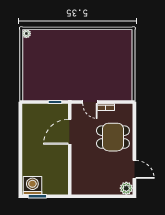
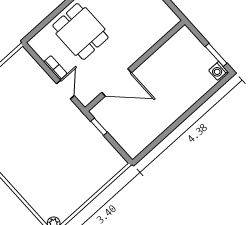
washing machine: (32, 186) -> (218, 71), width x0.53, depth x0.53

